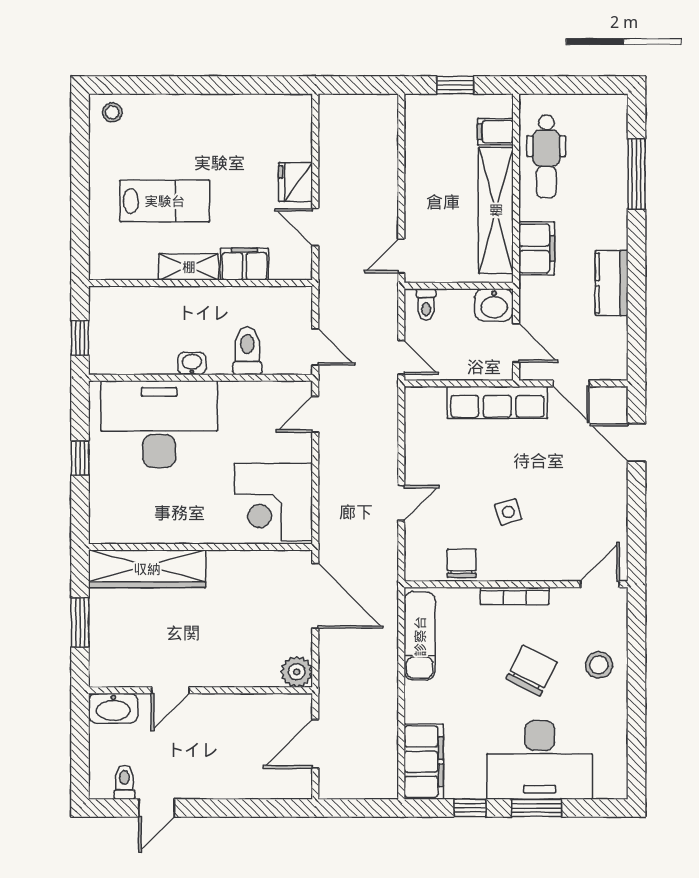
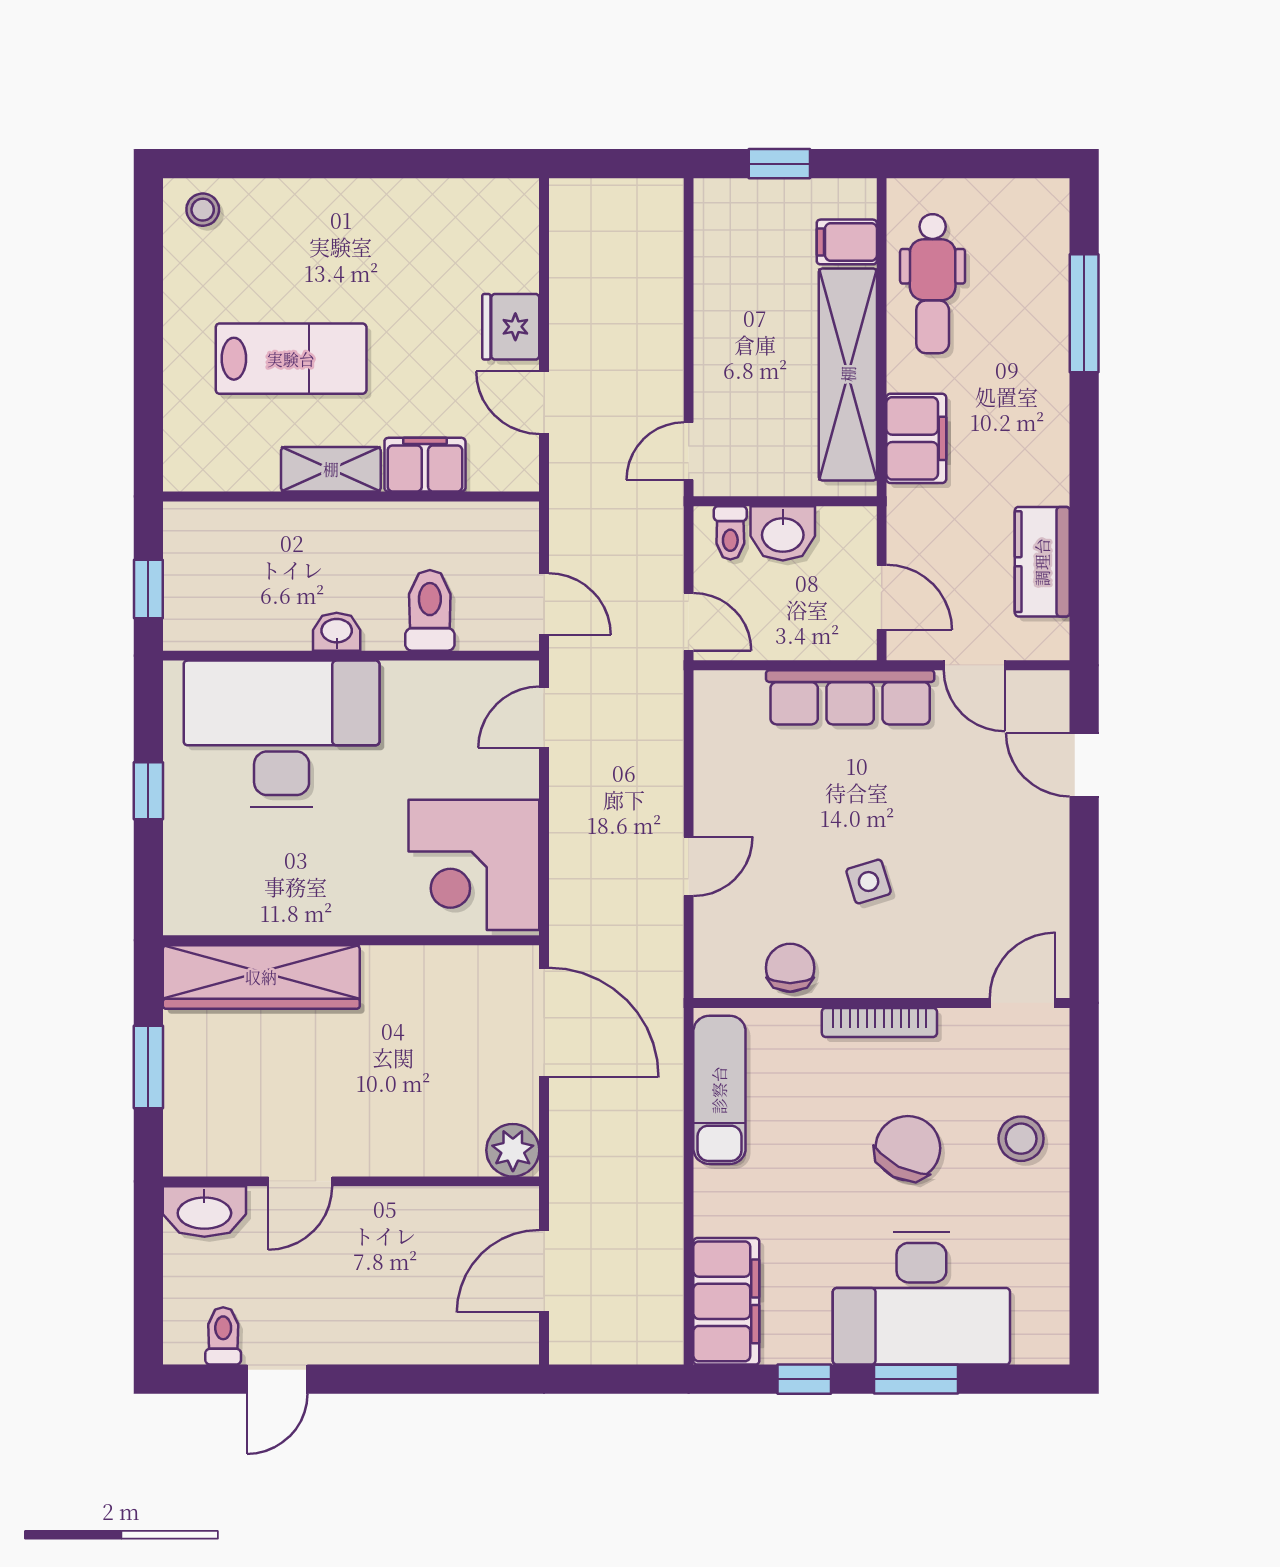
kitchen counter: (612, 283) -> (1042, 562), moved
washbasin: (494, 305) -> (783, 533), moved

